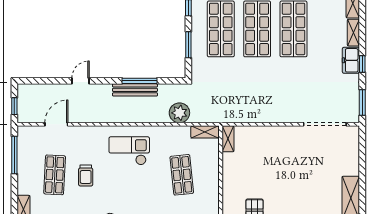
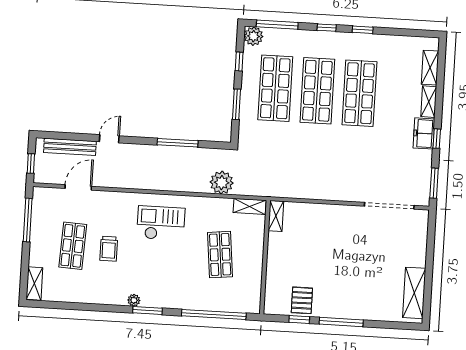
bench: (135, 90) -> (70, 147), moved

